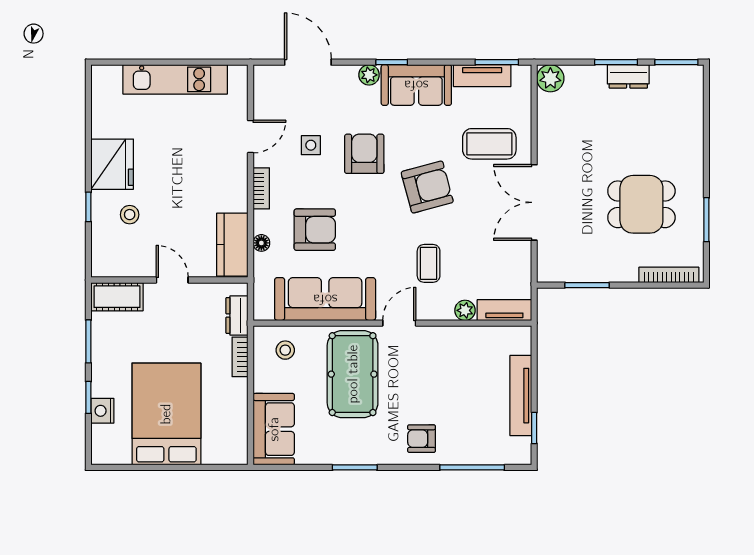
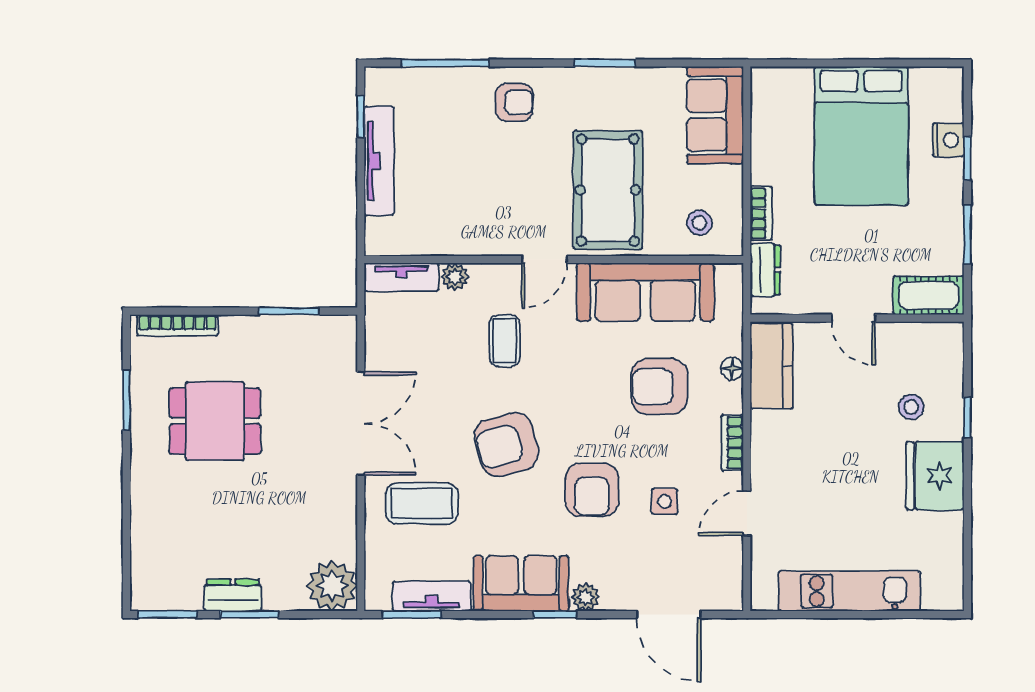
plant: (550, 78) -> (332, 586), width x1.36, depth x1.36

